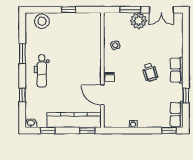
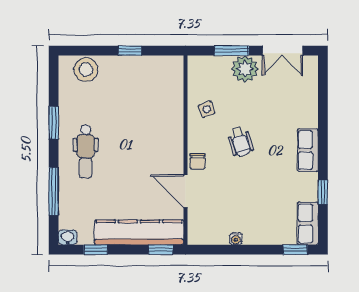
wheelchair: (150, 72) -> (240, 141), moved
window: (22, 95) -> (54, 191), width x2.17

